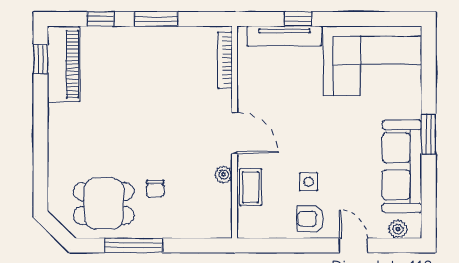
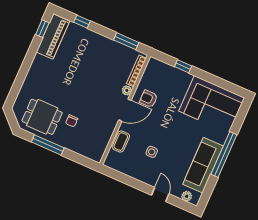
window: (156, 19) -> (126, 41), moved
tv unit: (284, 36) -> (172, 72), removed
door: (235, 133) -> (125, 110), hinge flipped
window: (429, 134) -> (224, 155), width x2.11
plant: (224, 174) -> (127, 90), moved
armchair: (311, 219) -> (149, 99), moved

